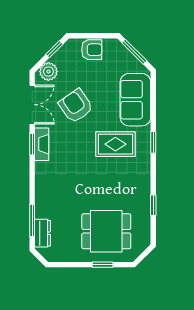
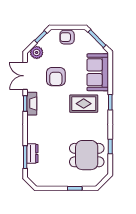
armchair: (92, 50) -> (67, 37), turned 180
double door: (32, 105) -> (25, 76), swing flipped
armchair: (76, 106) -> (56, 77), turned -145
dining table: (106, 231) -> (87, 155), moved
dresser: (42, 233) -> (32, 154), moved

